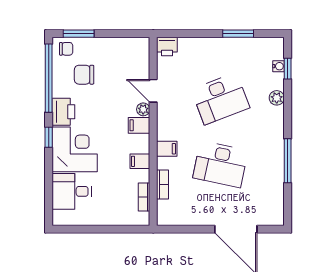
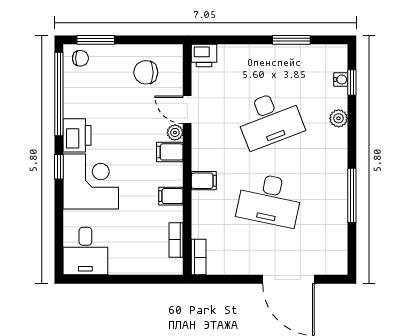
chair: (84, 75) -> (146, 72), moved
bookcase: (163, 184) -> (199, 257), moved
desk: (72, 191) -> (85, 251), moved, turned -90

